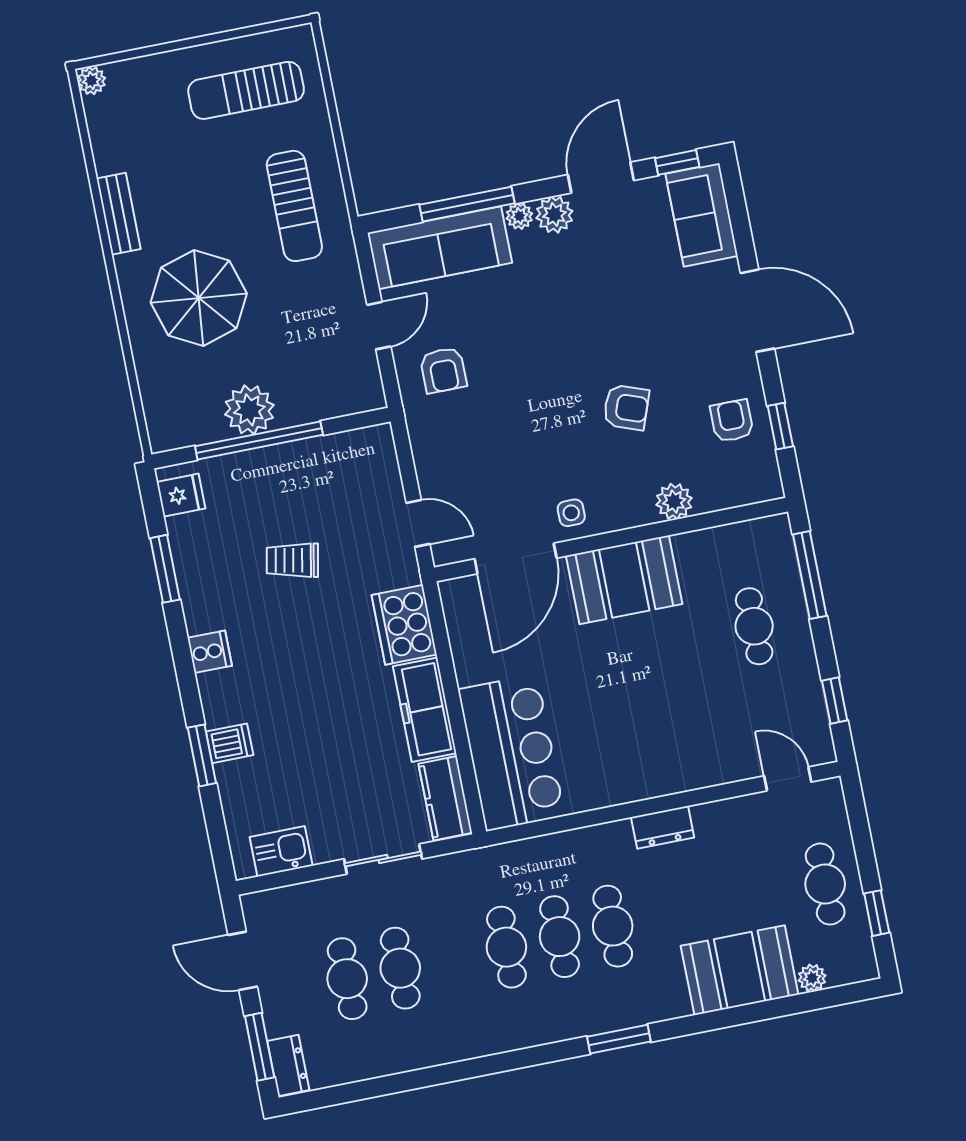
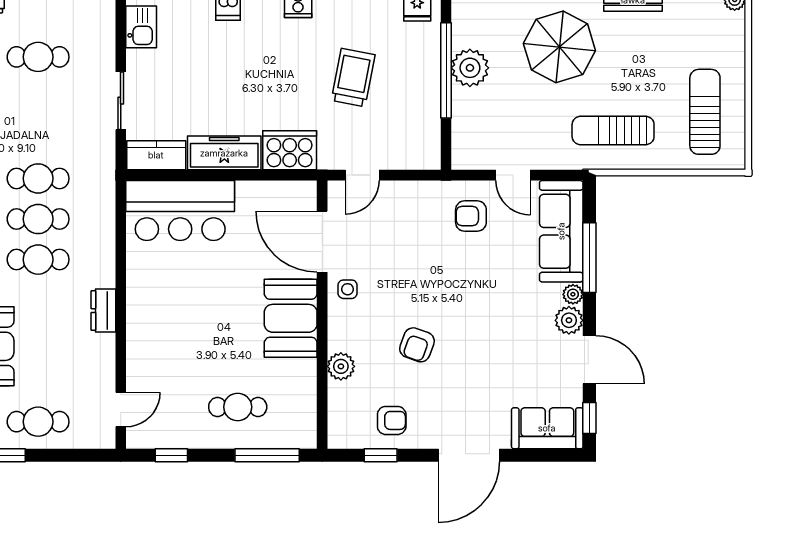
trolley: (292, 560) -> (353, 78), width x1.36, depth x1.39
cafe table: (400, 968) -> (38, 97), removed

